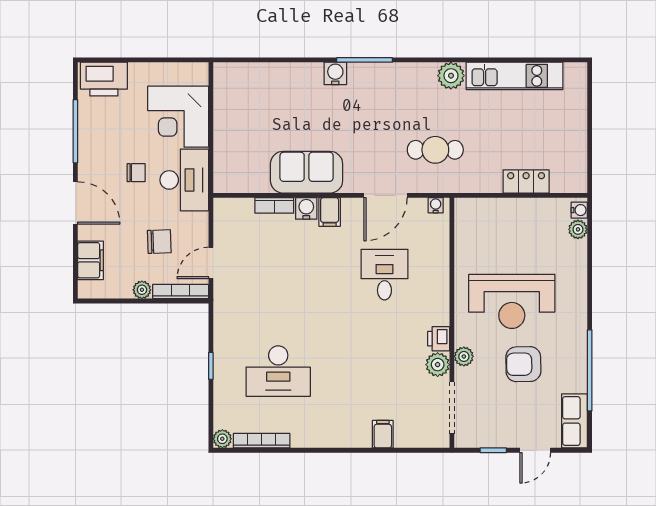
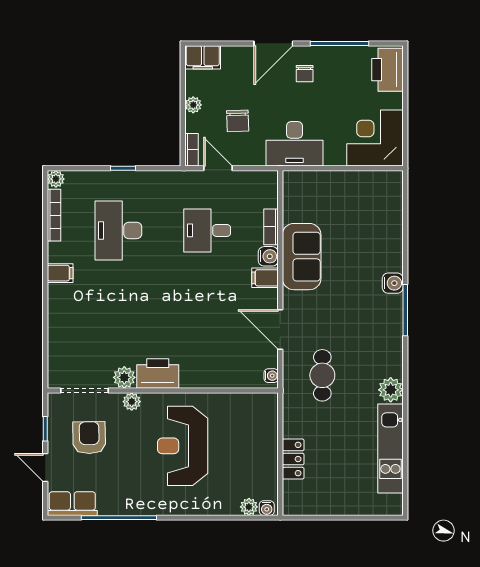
corner desk: (178, 117) -> (375, 138), moved
chair: (136, 173) -> (305, 74), moved
filing cabinet: (90, 260) -> (203, 57), moved
desk: (384, 275) -> (207, 230), moved, turned 180
bookcase: (181, 292) -> (192, 150), width x0.64
printer: (439, 339) -> (158, 374), width x1.87, depth x1.48
armchair: (523, 364) -> (89, 438), moved
filing cabinet: (383, 434) -> (60, 273), moved

